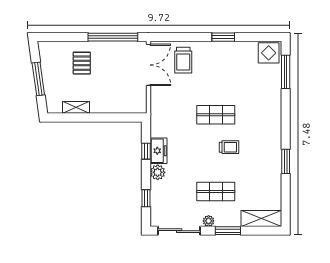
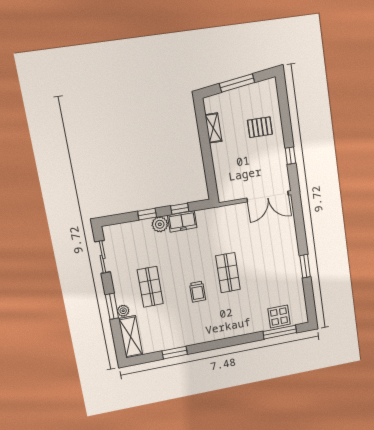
window: (113, 37) -> (290, 156), width x0.32
display table: (269, 53) -> (279, 316), moved
trolley: (183, 60) -> (277, 231), removed
window: (286, 161) -> (175, 353), moved
window: (146, 198) -> (147, 214), moved
plant: (209, 221) -> (123, 311), moved
sliding door: (179, 231) -> (103, 257), width x0.73

